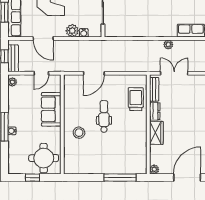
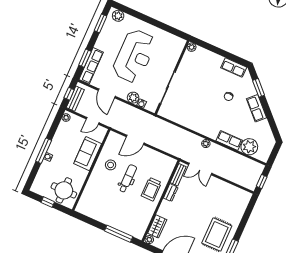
double door: (174, 73) -> (200, 169), swing flipped
trolley: (136, 99) -> (151, 189), moved, turned 180
stool: (79, 133) -> (111, 165), moved
wardrobe: (156, 133) -> (157, 226), moved

